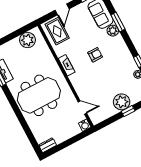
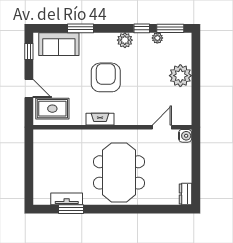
plant: (113, 31) -> (125, 40), moved
plant: (27, 40) -> (44, 151), removed
armchair: (95, 55) -> (106, 77), width x1.88, depth x1.88
window: (128, 111) -> (196, 74), removed

